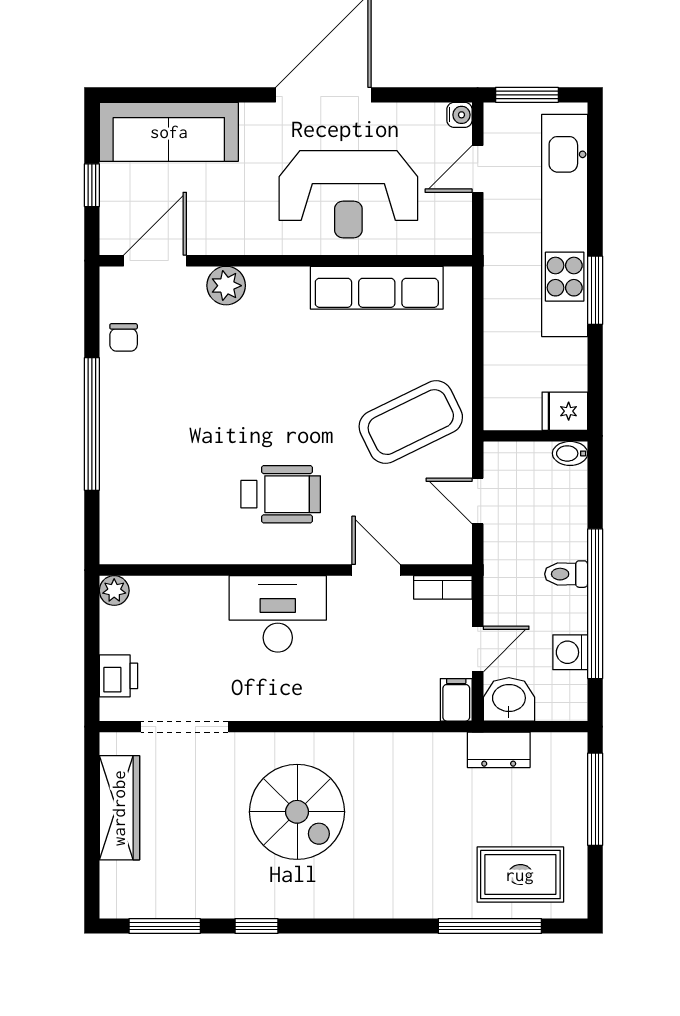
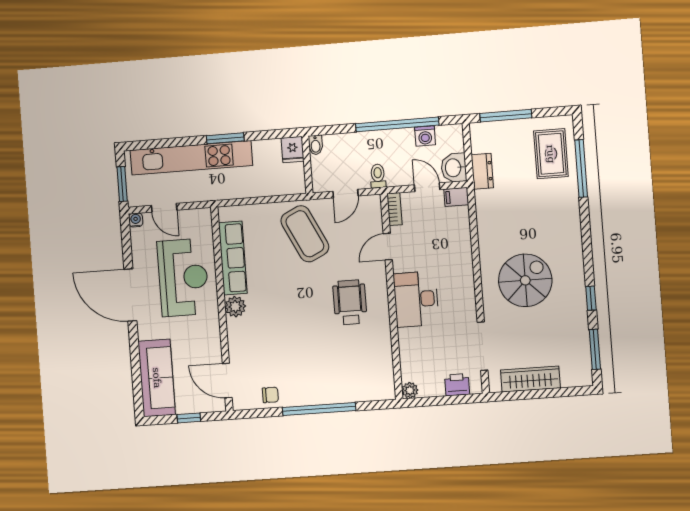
plant: (226, 286) -> (235, 307), moved
toilet: (566, 574) -> (378, 176), moved, turned 180

